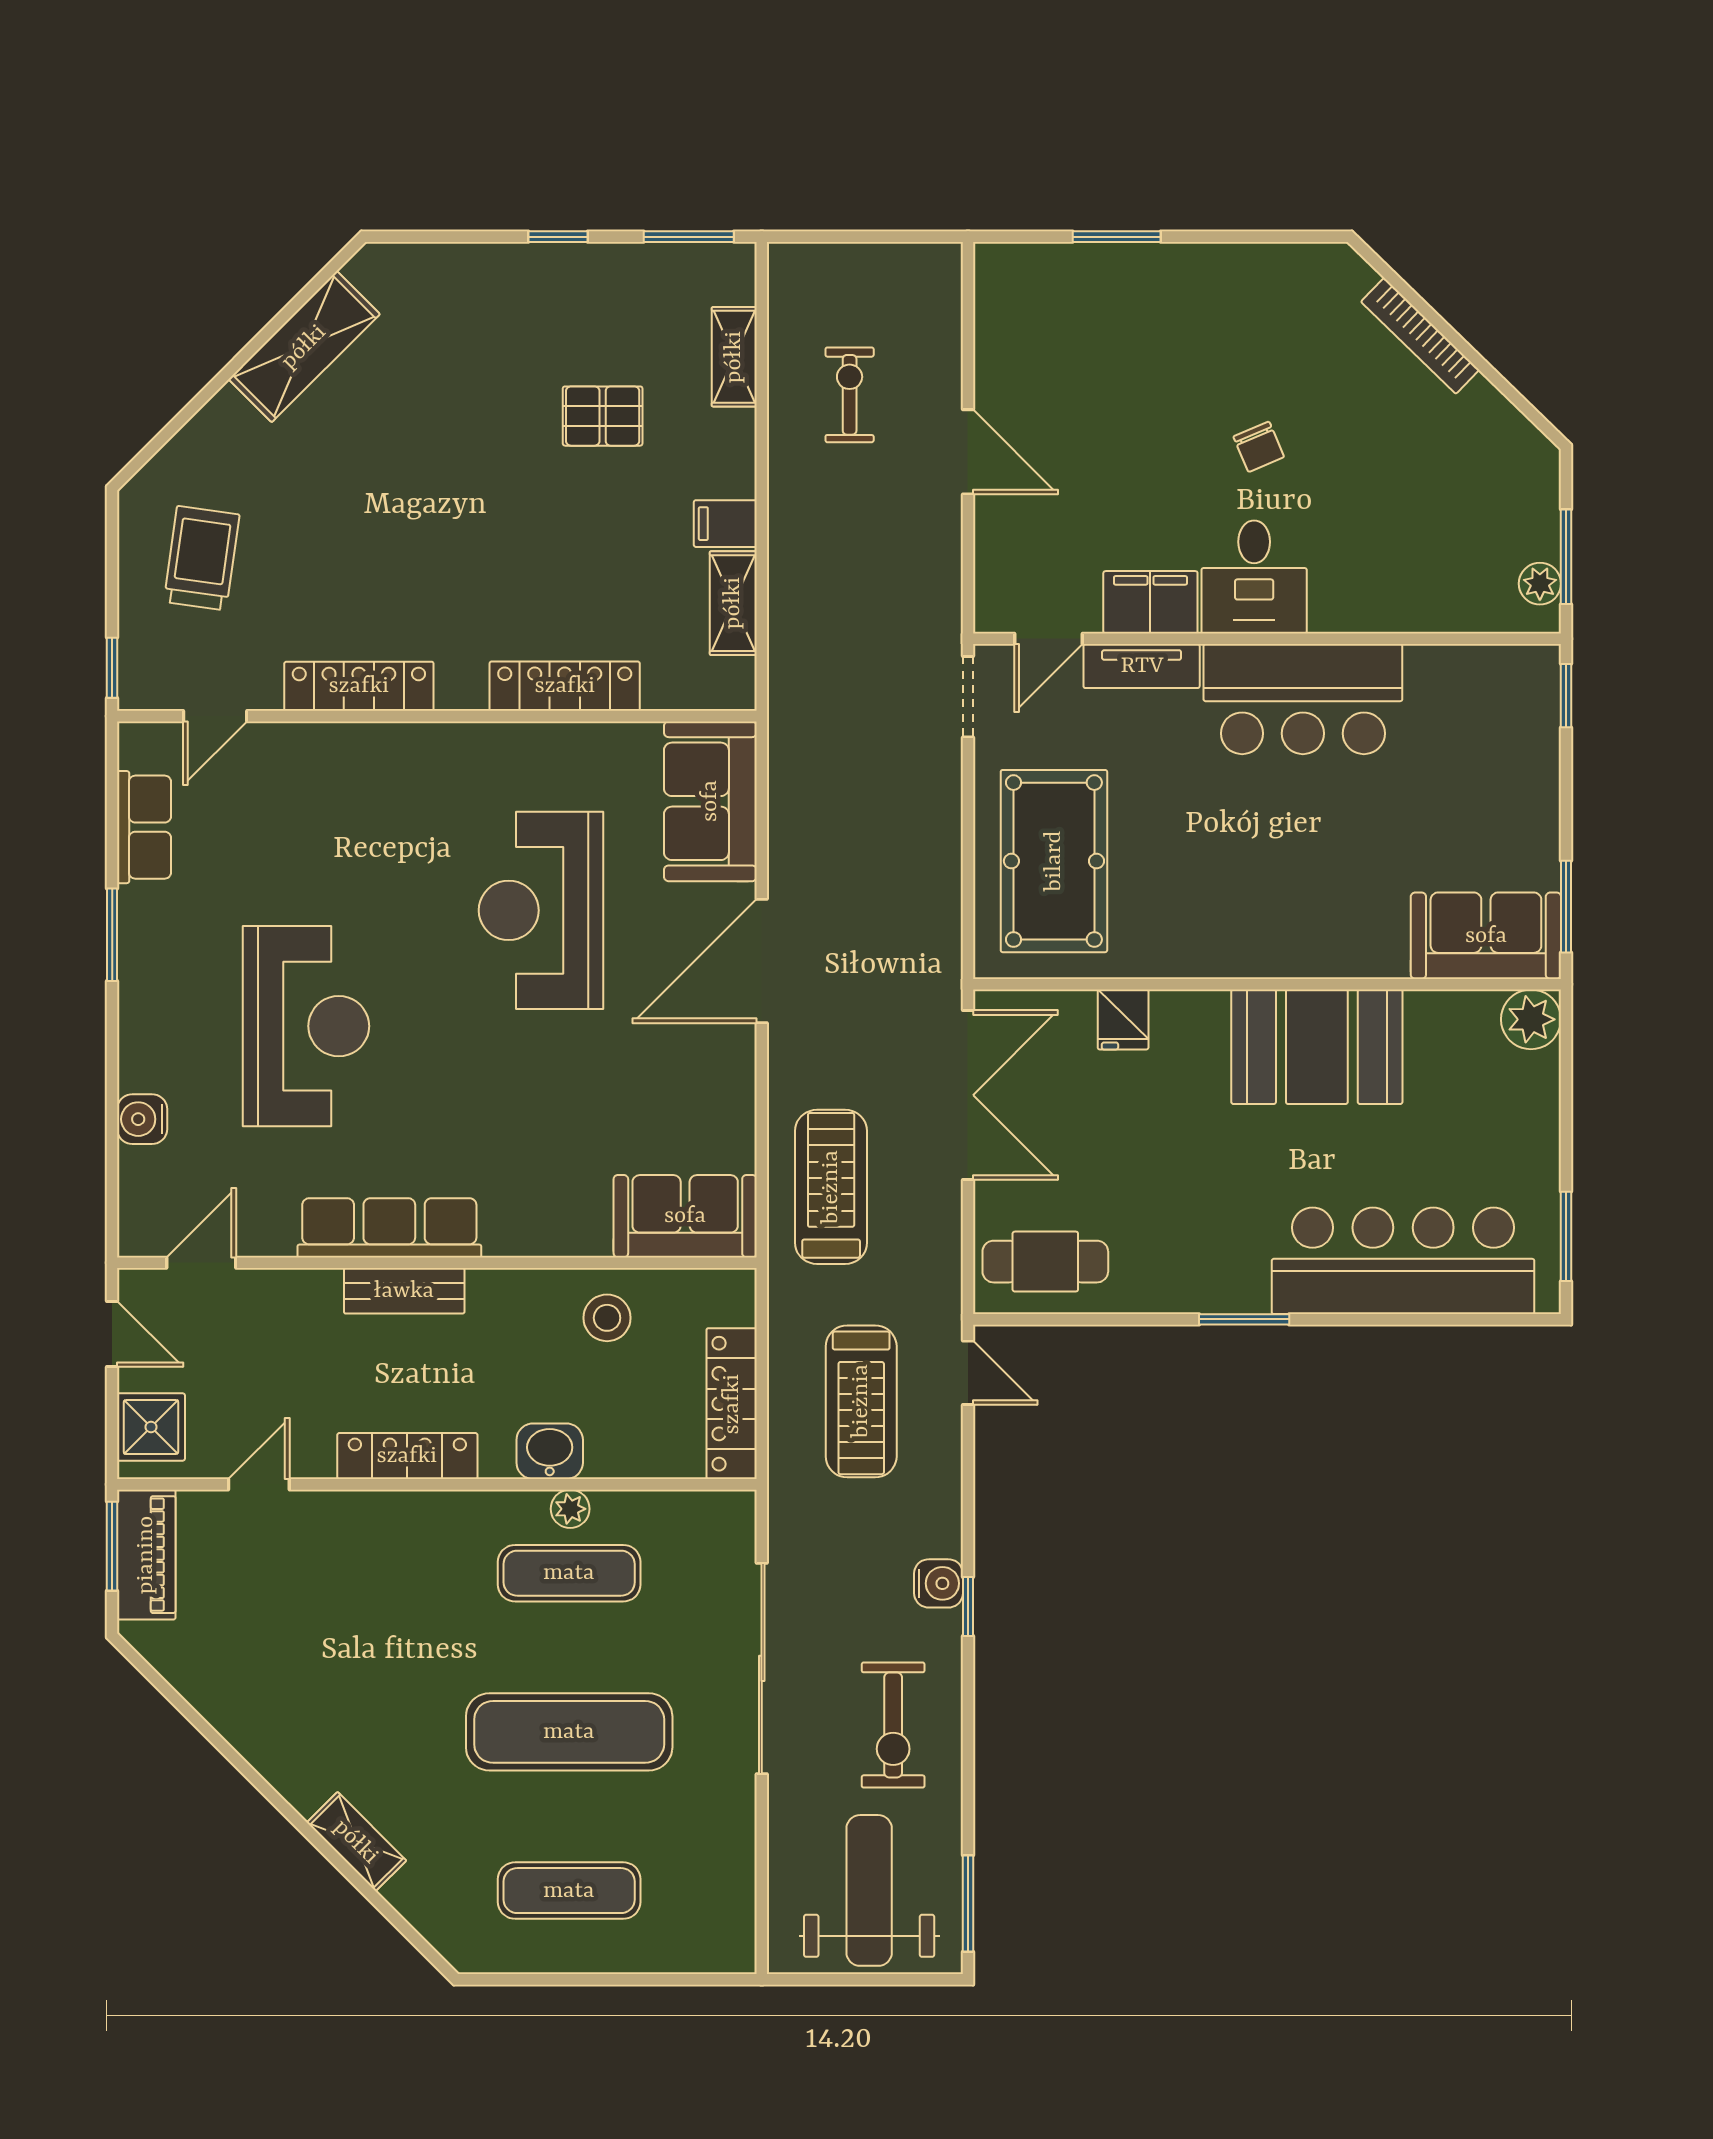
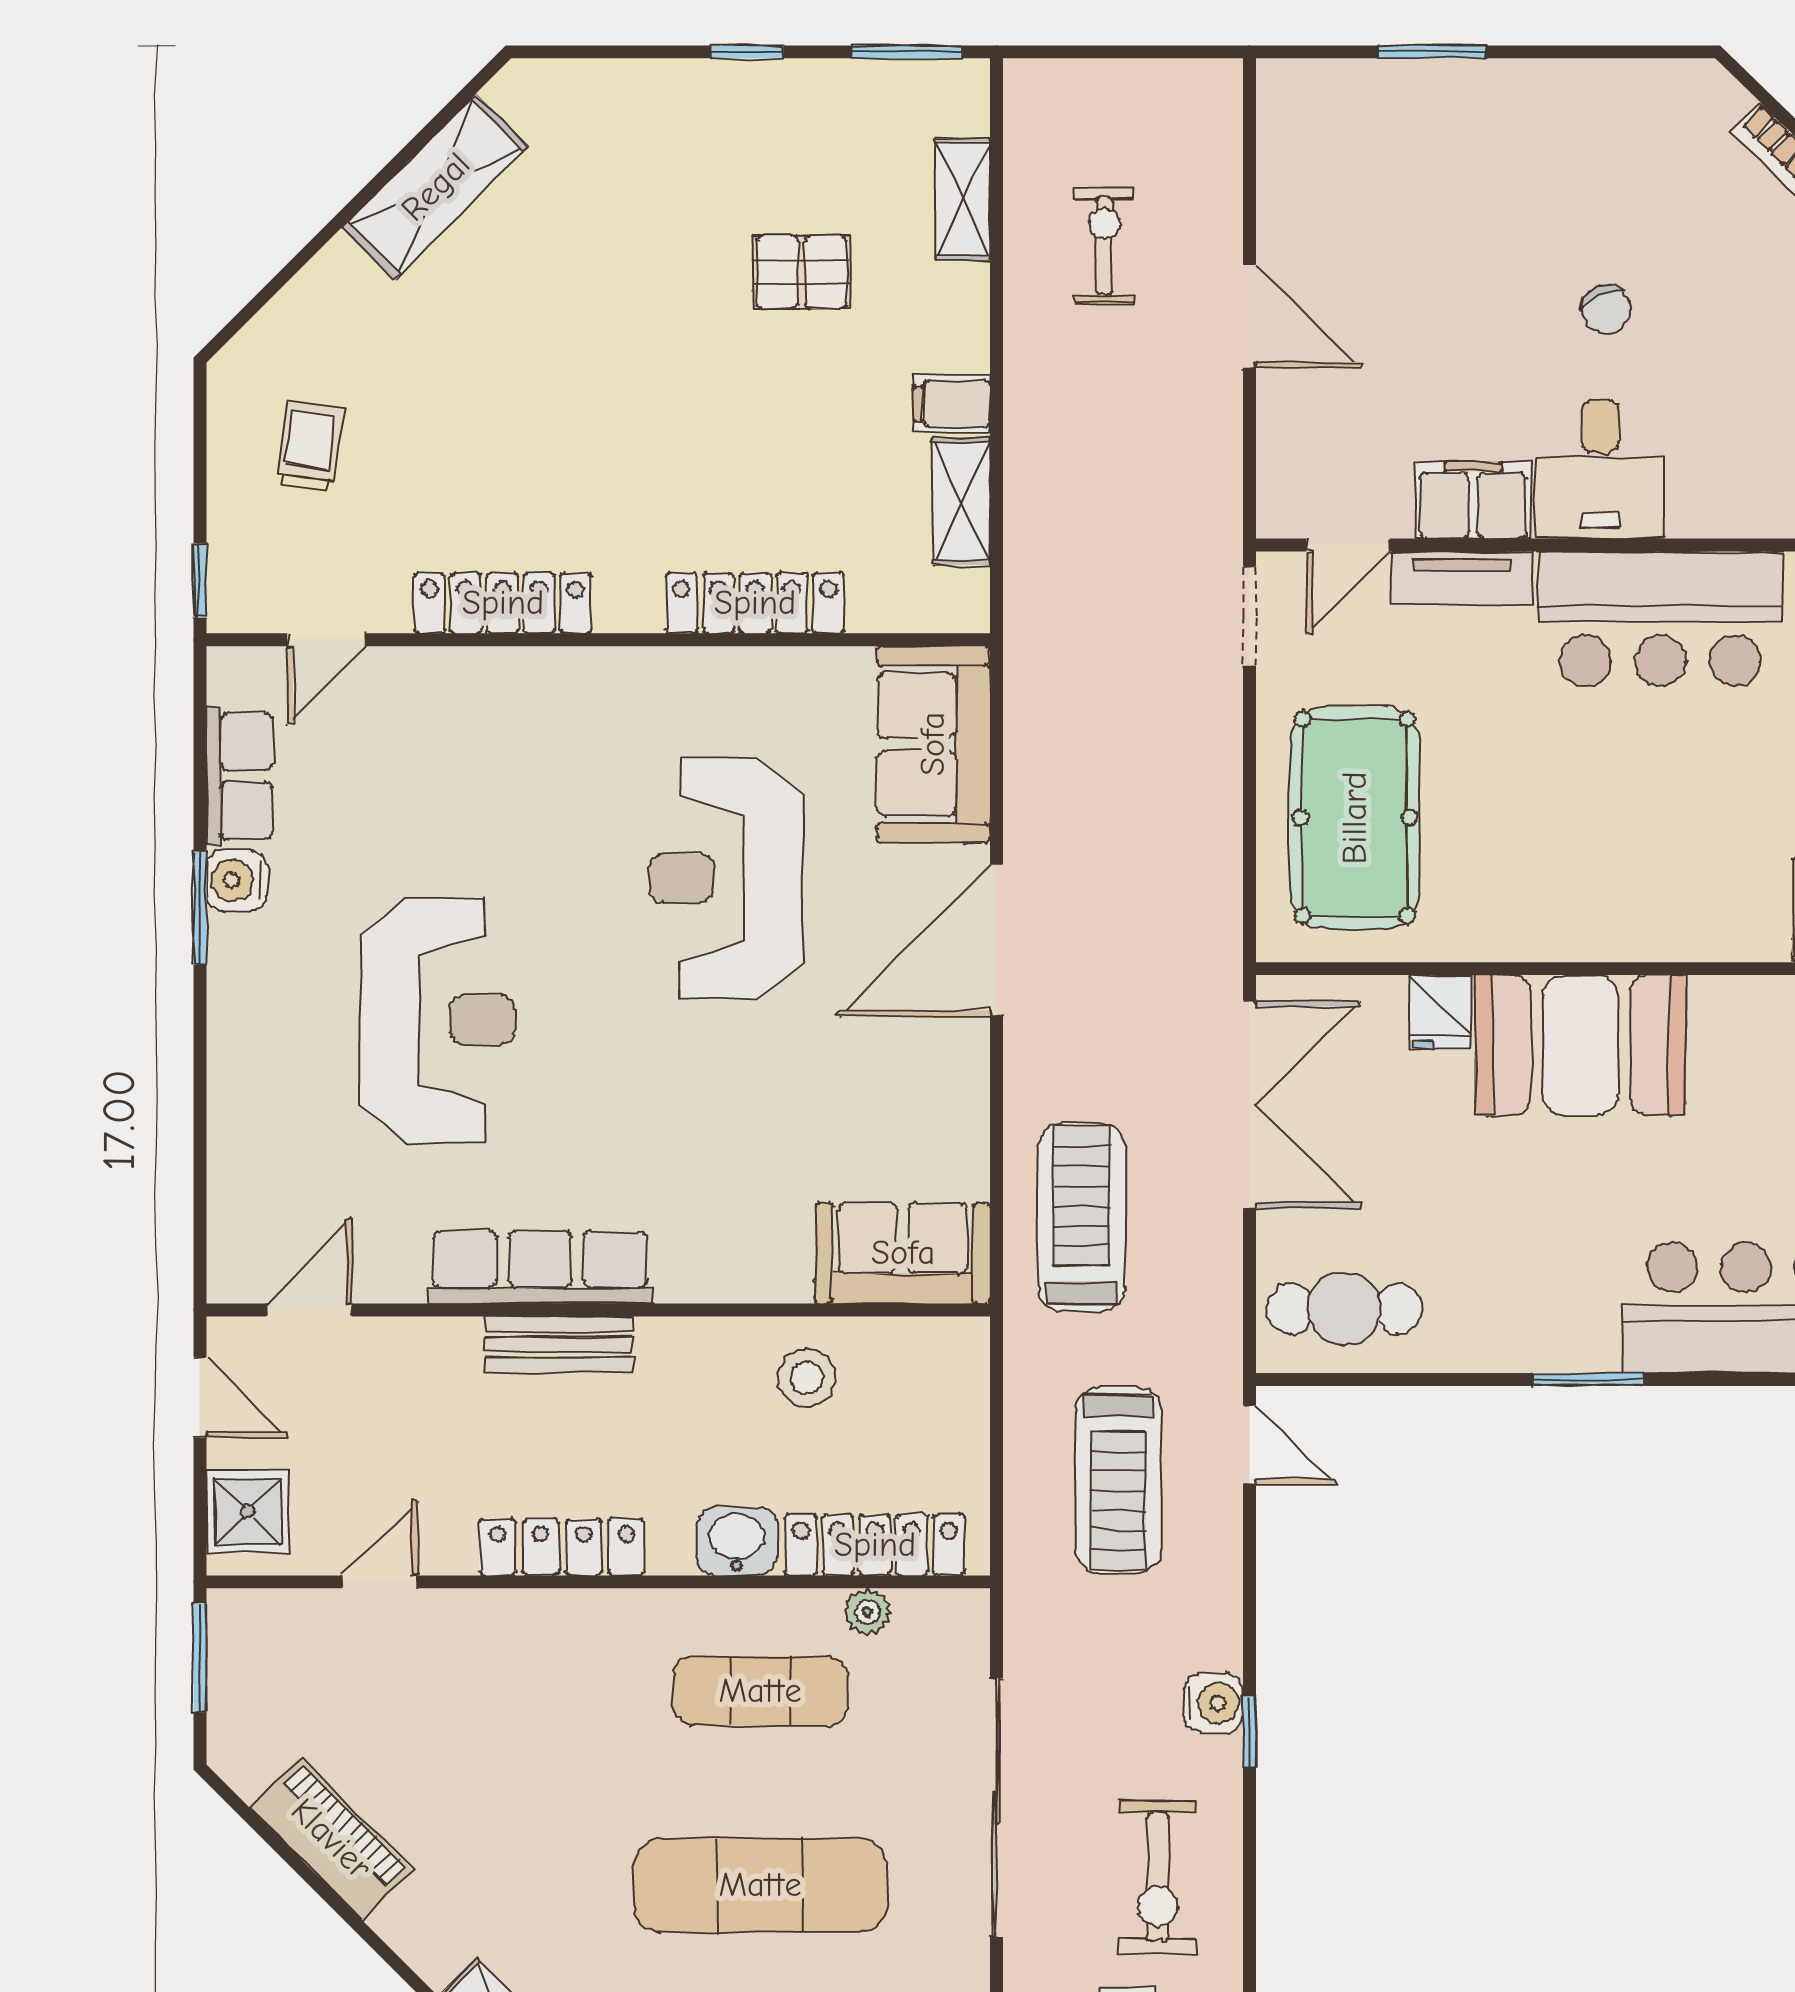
trolley: (202, 558) -> (310, 446), width x0.73, depth x0.72
booth: (1317, 1047) -> (1580, 1045), moved
water cooler: (142, 1119) -> (237, 880), moved
locker: (732, 1404) -> (875, 1545), moved, turned 90
plant: (570, 1509) -> (867, 1612), moved
piano: (146, 1555) -> (331, 1839), moved, turned -45

